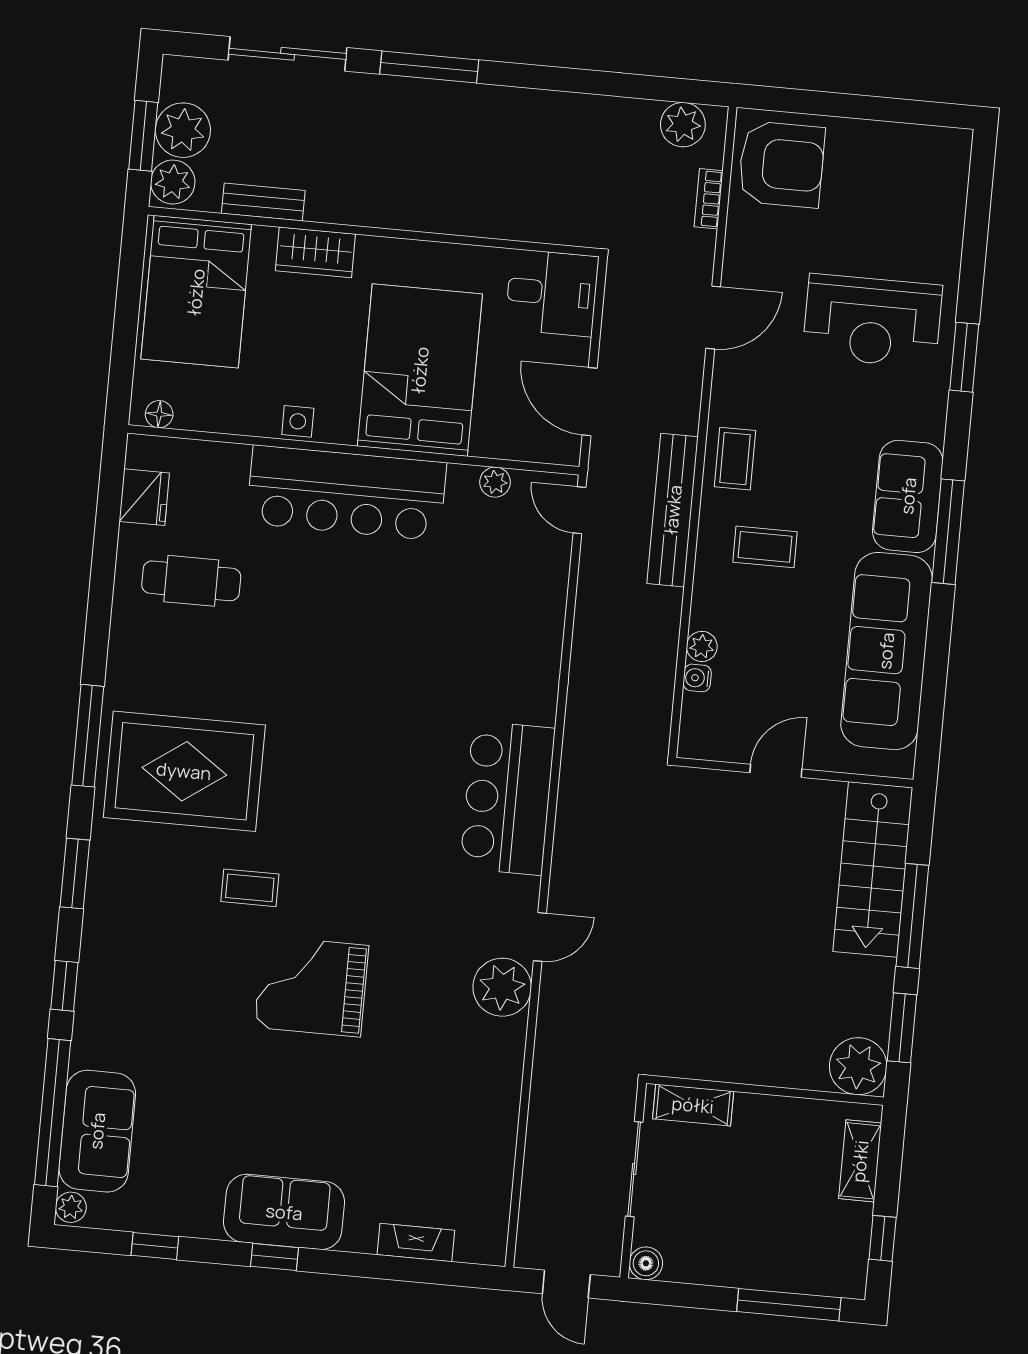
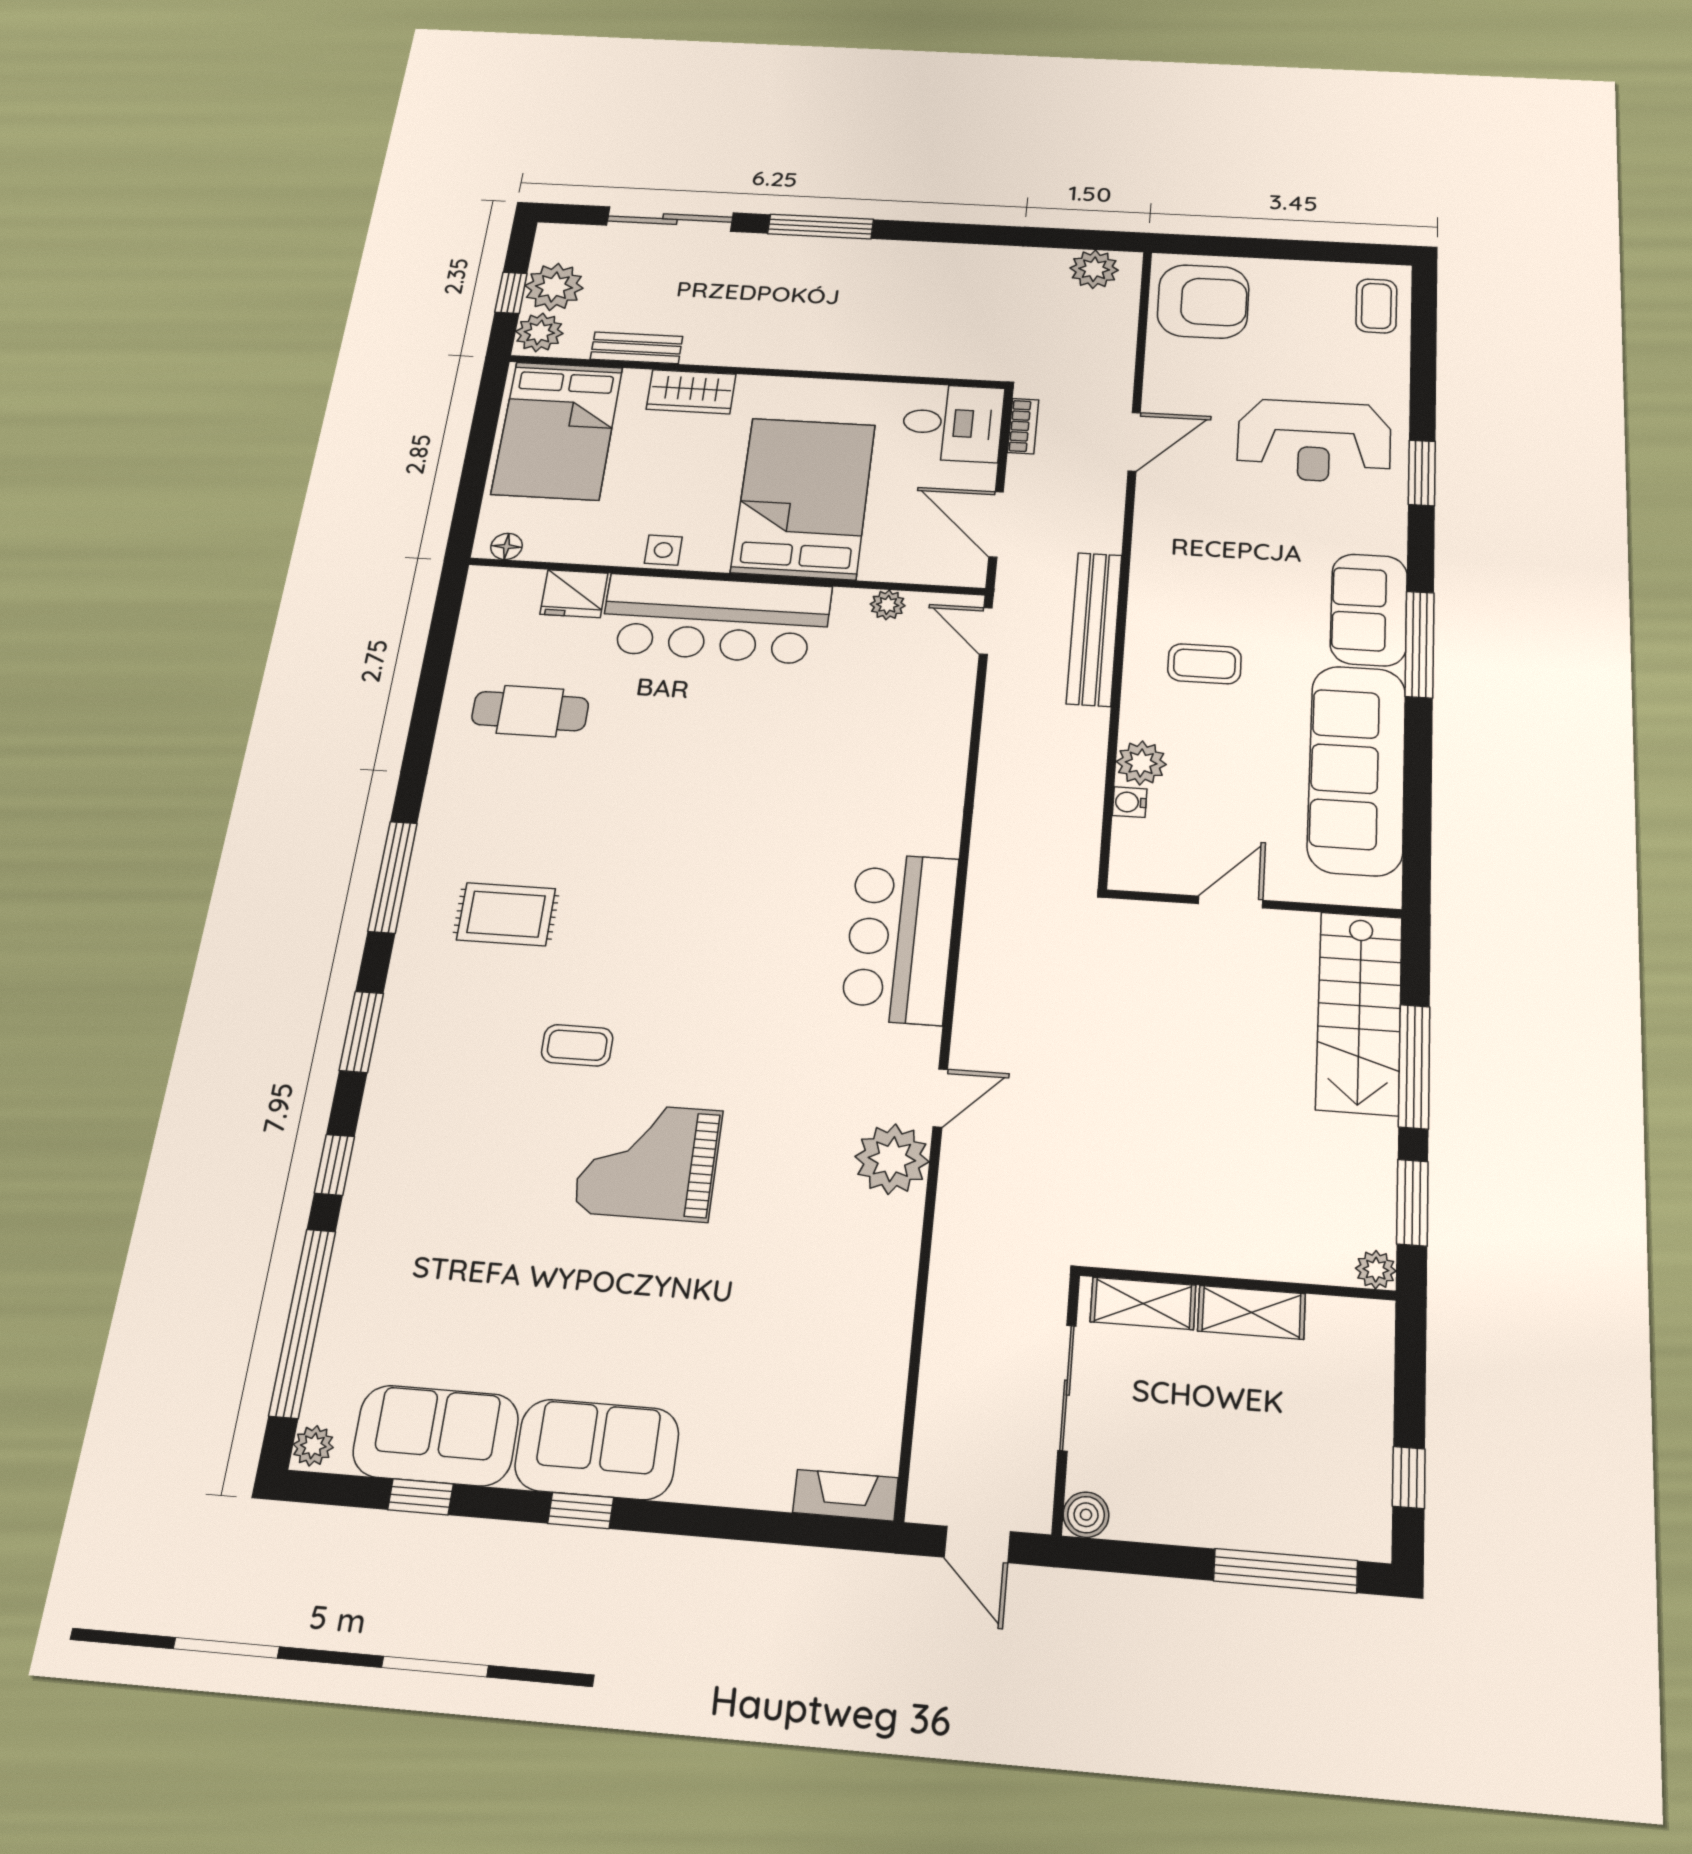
window: (143, 136) -> (511, 293), width x0.67
bookcase: (709, 199) -> (1023, 426), moved, turned 180
coffee table: (735, 459) -> (1376, 306), moved
fridge: (144, 497) -> (574, 594), moved, turned 90
plant: (702, 646) -> (1141, 763), width x1.38, depth x1.38
rug: (184, 771) -> (506, 914), width x0.54, depth x0.49
plant: (858, 1066) -> (1376, 1270), width x0.53, depth x0.53
sofa: (97, 1131) -> (436, 1435), moved, turned -90
shelving: (860, 1161) -> (1252, 1312), moved, turned 90
fireplace: (416, 1243) -> (845, 1495), moved

